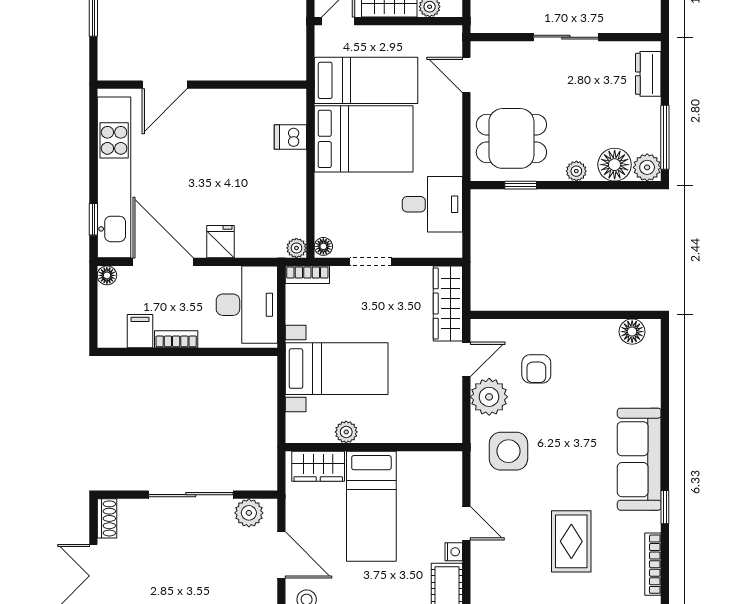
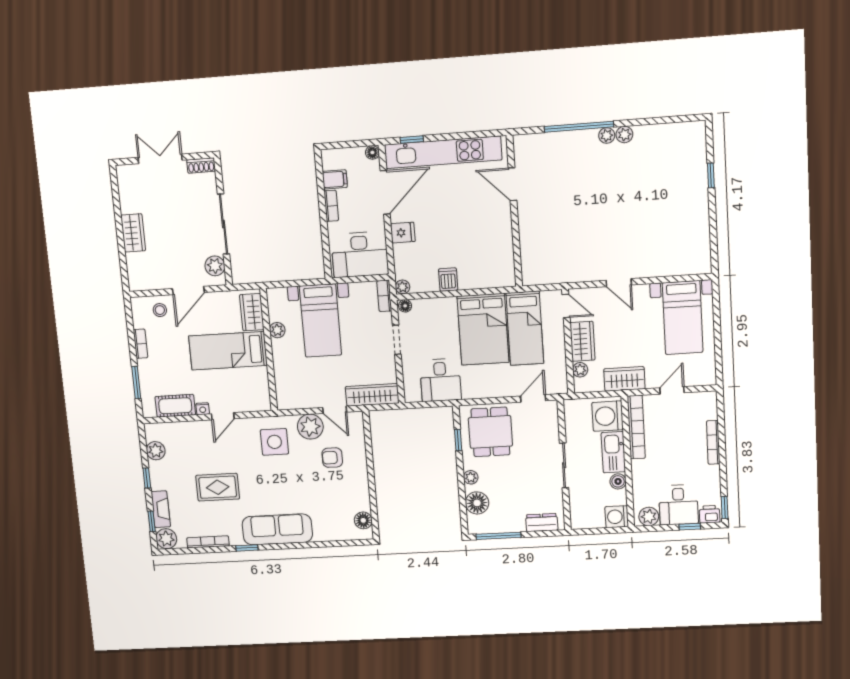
dishwasher: (290, 137) -> (448, 280), moved
plant: (647, 167) -> (477, 525), removed

